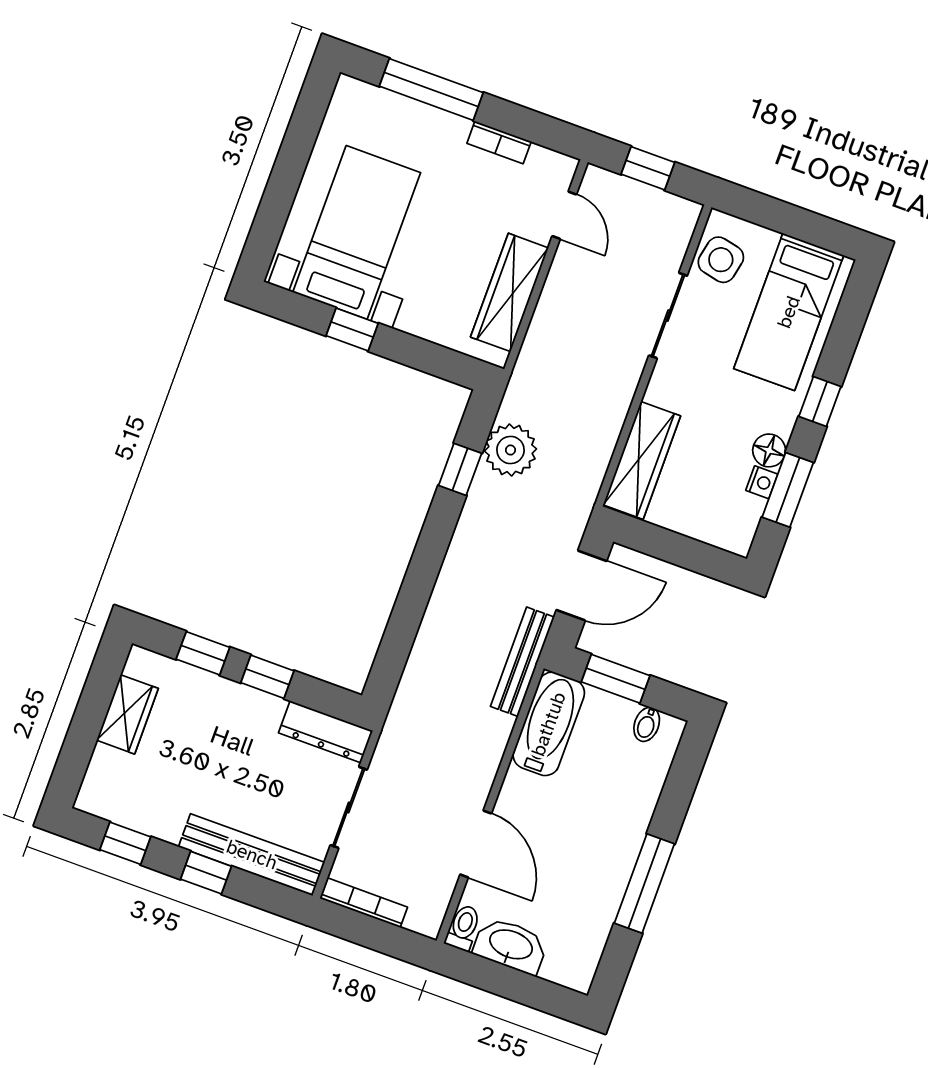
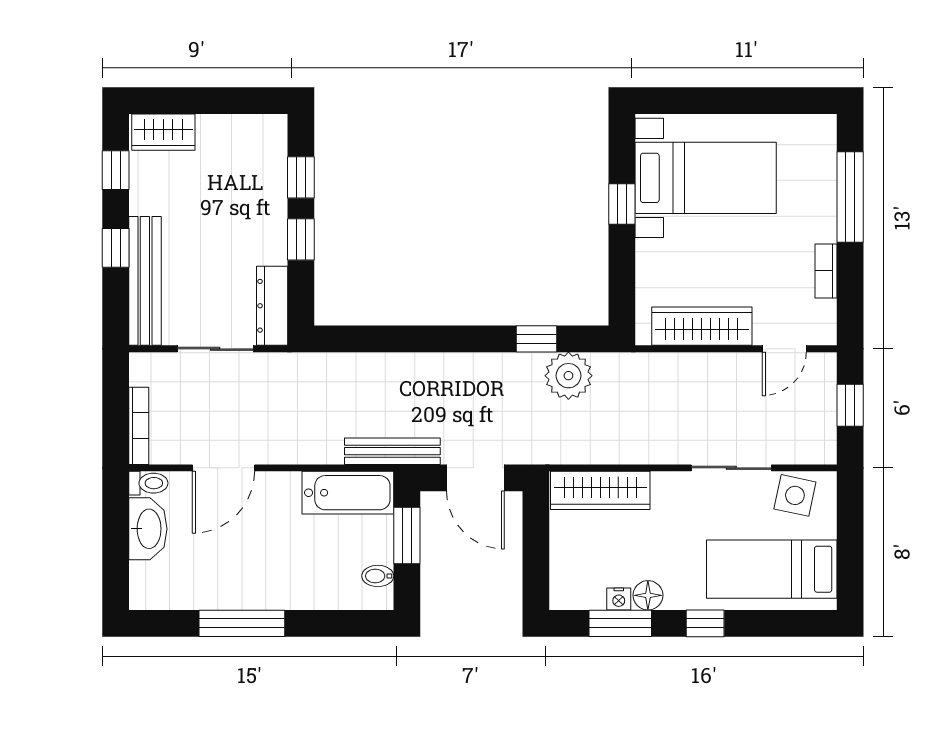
wardrobe: (127, 714) -> (163, 132), moved
bookcase: (364, 903) -> (139, 426), moved

